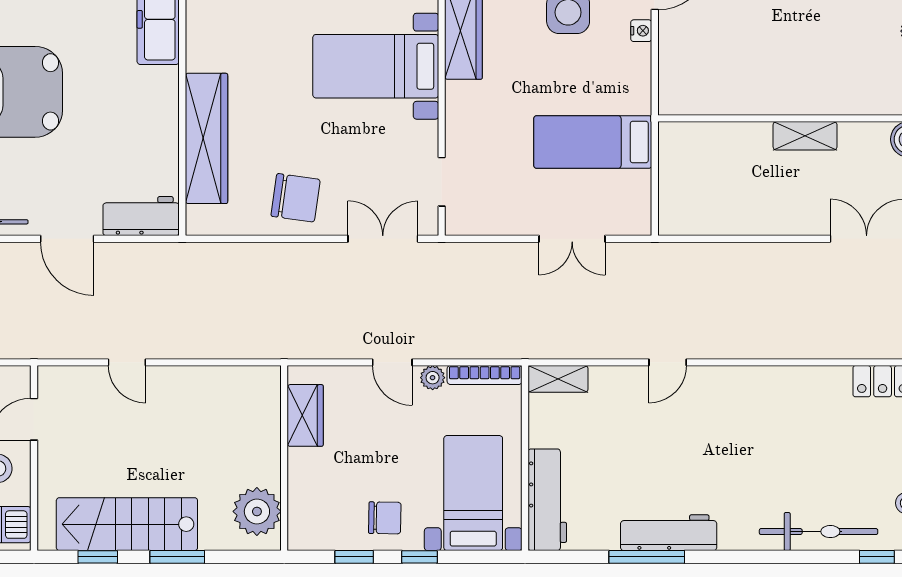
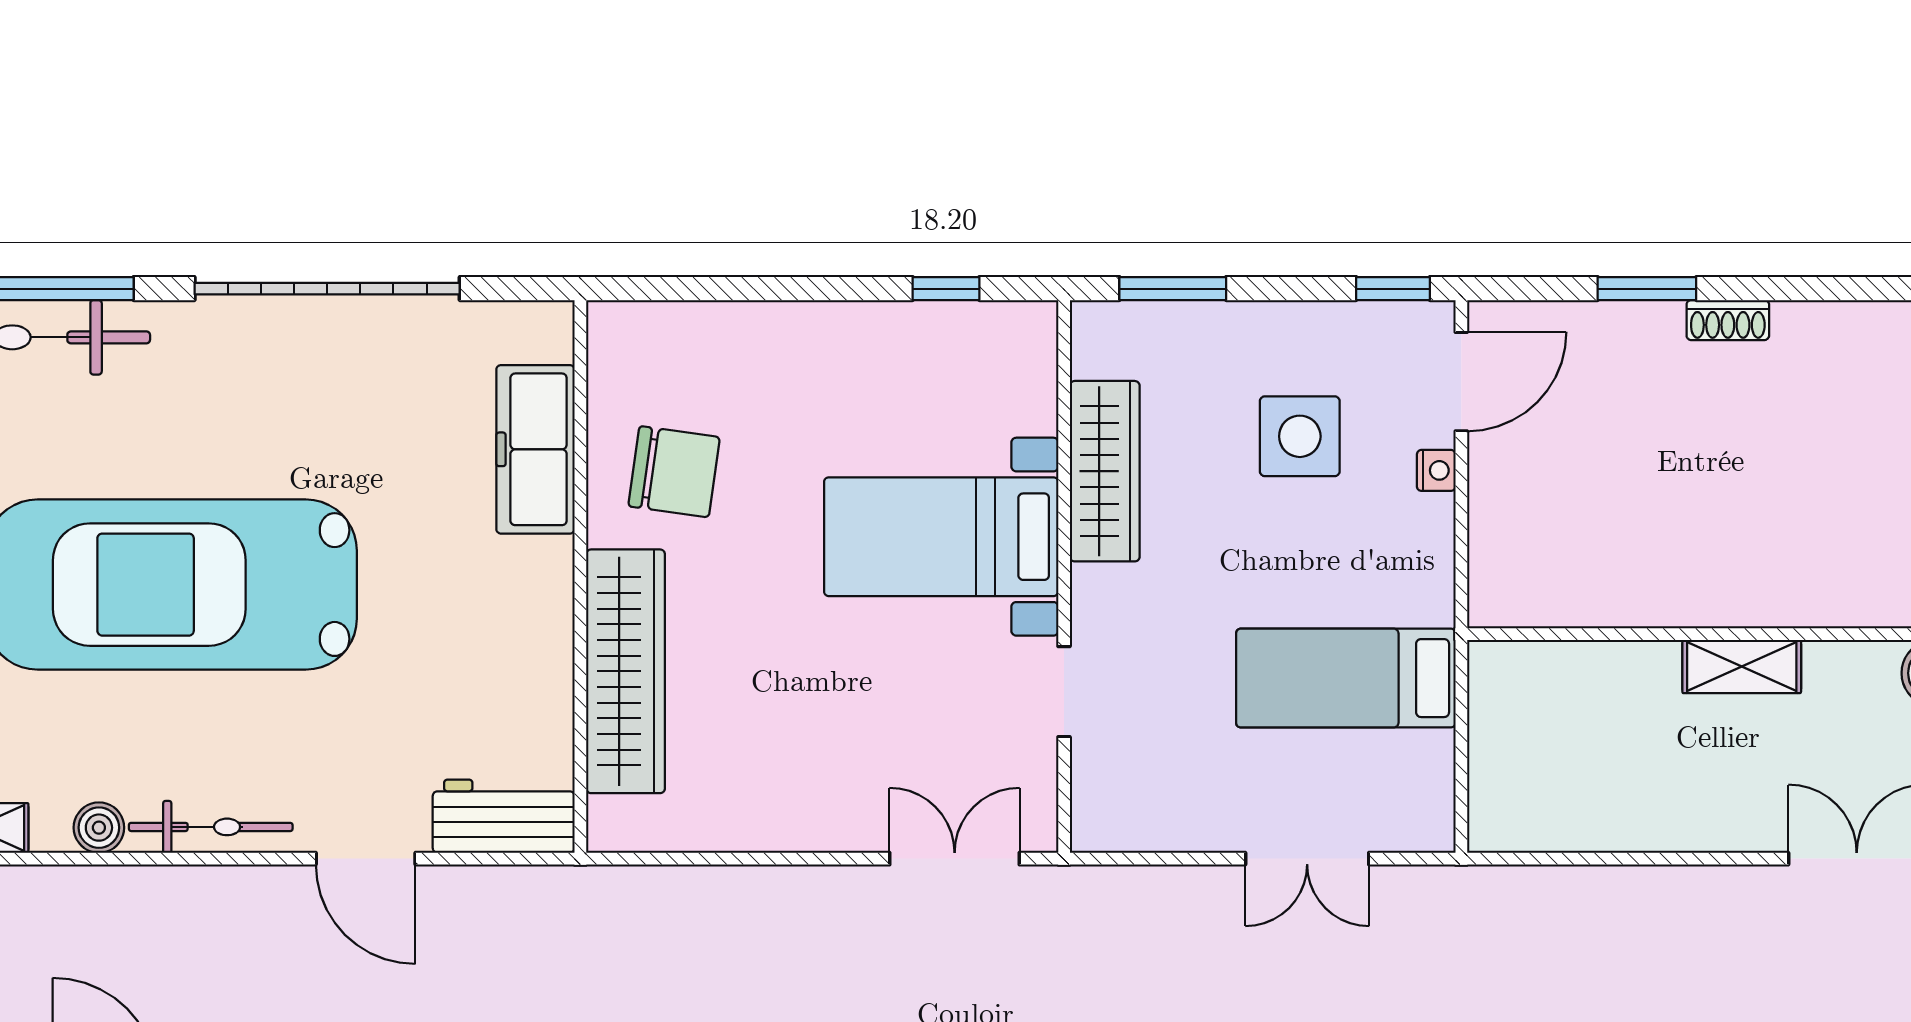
doorway: (442, 182) -> (1064, 692), moved
chair: (296, 198) -> (674, 472), moved

